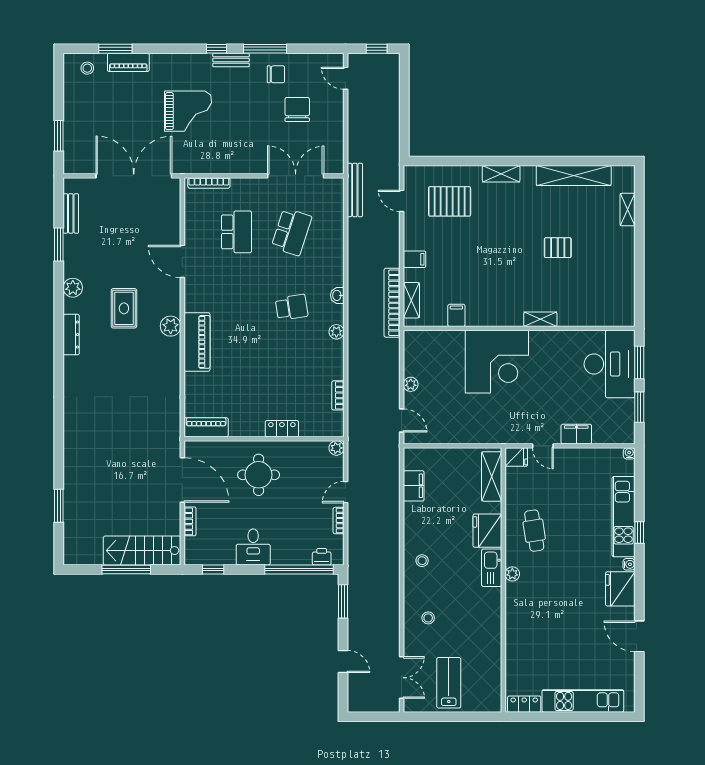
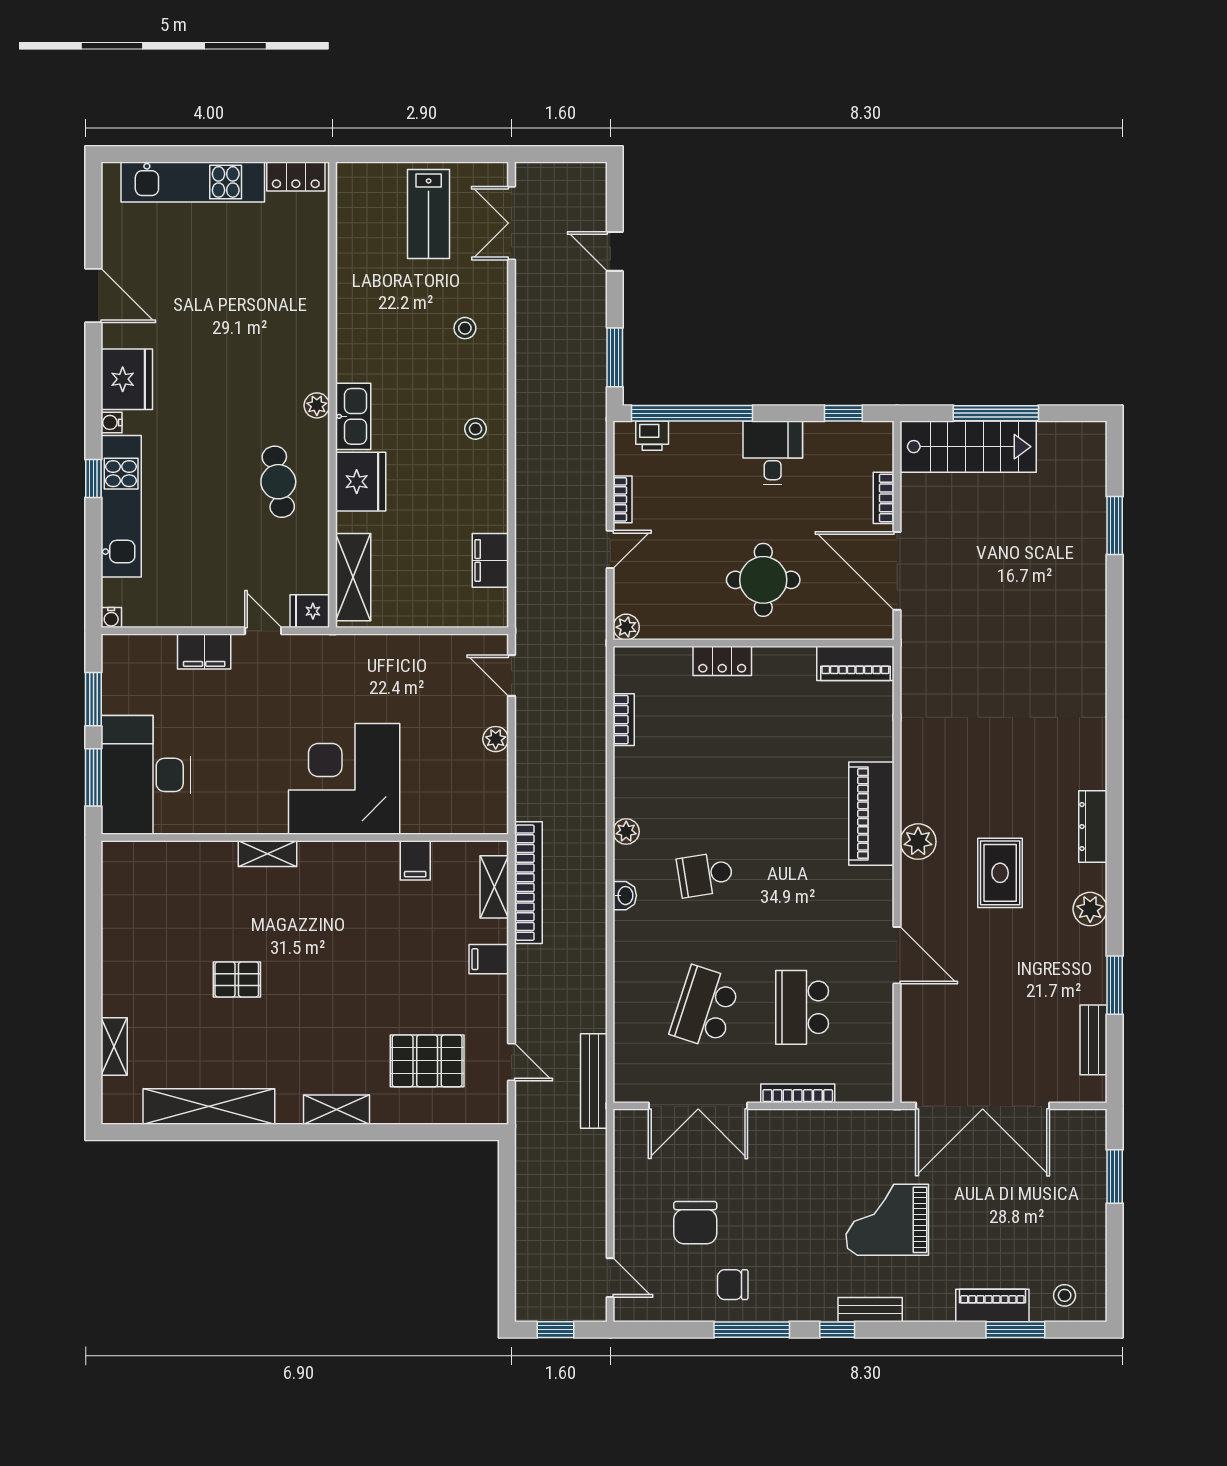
bench: (231, 60) -> (870, 1310), moved
bookcase: (209, 183) -> (798, 1093), moved

